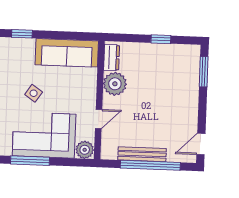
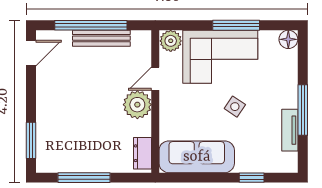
window: (161, 39) -> (84, 178), width x2.17
plant: (115, 84) -> (137, 105), moved

